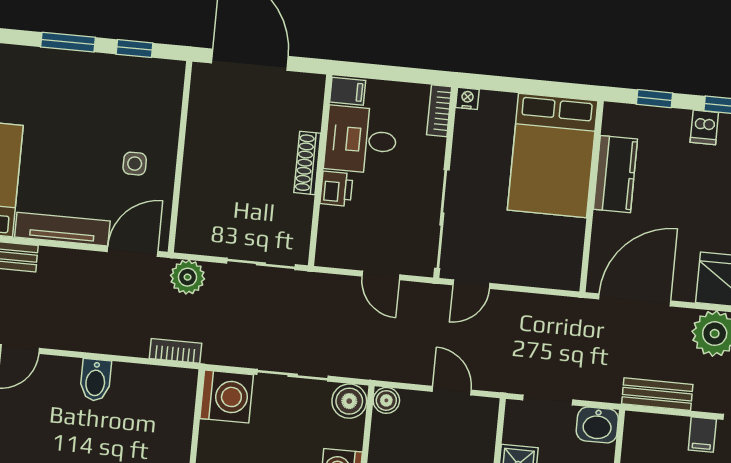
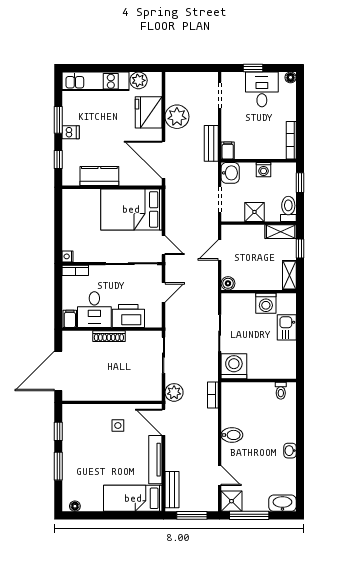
bed: (553, 155) -> (131, 209), moved, turned 180
printer: (336, 189) -> (128, 316), width x1.87, depth x1.48
boiler: (349, 401) -> (230, 303), removed
filing cabinet: (702, 435) -> (228, 150), moved, turned -90

